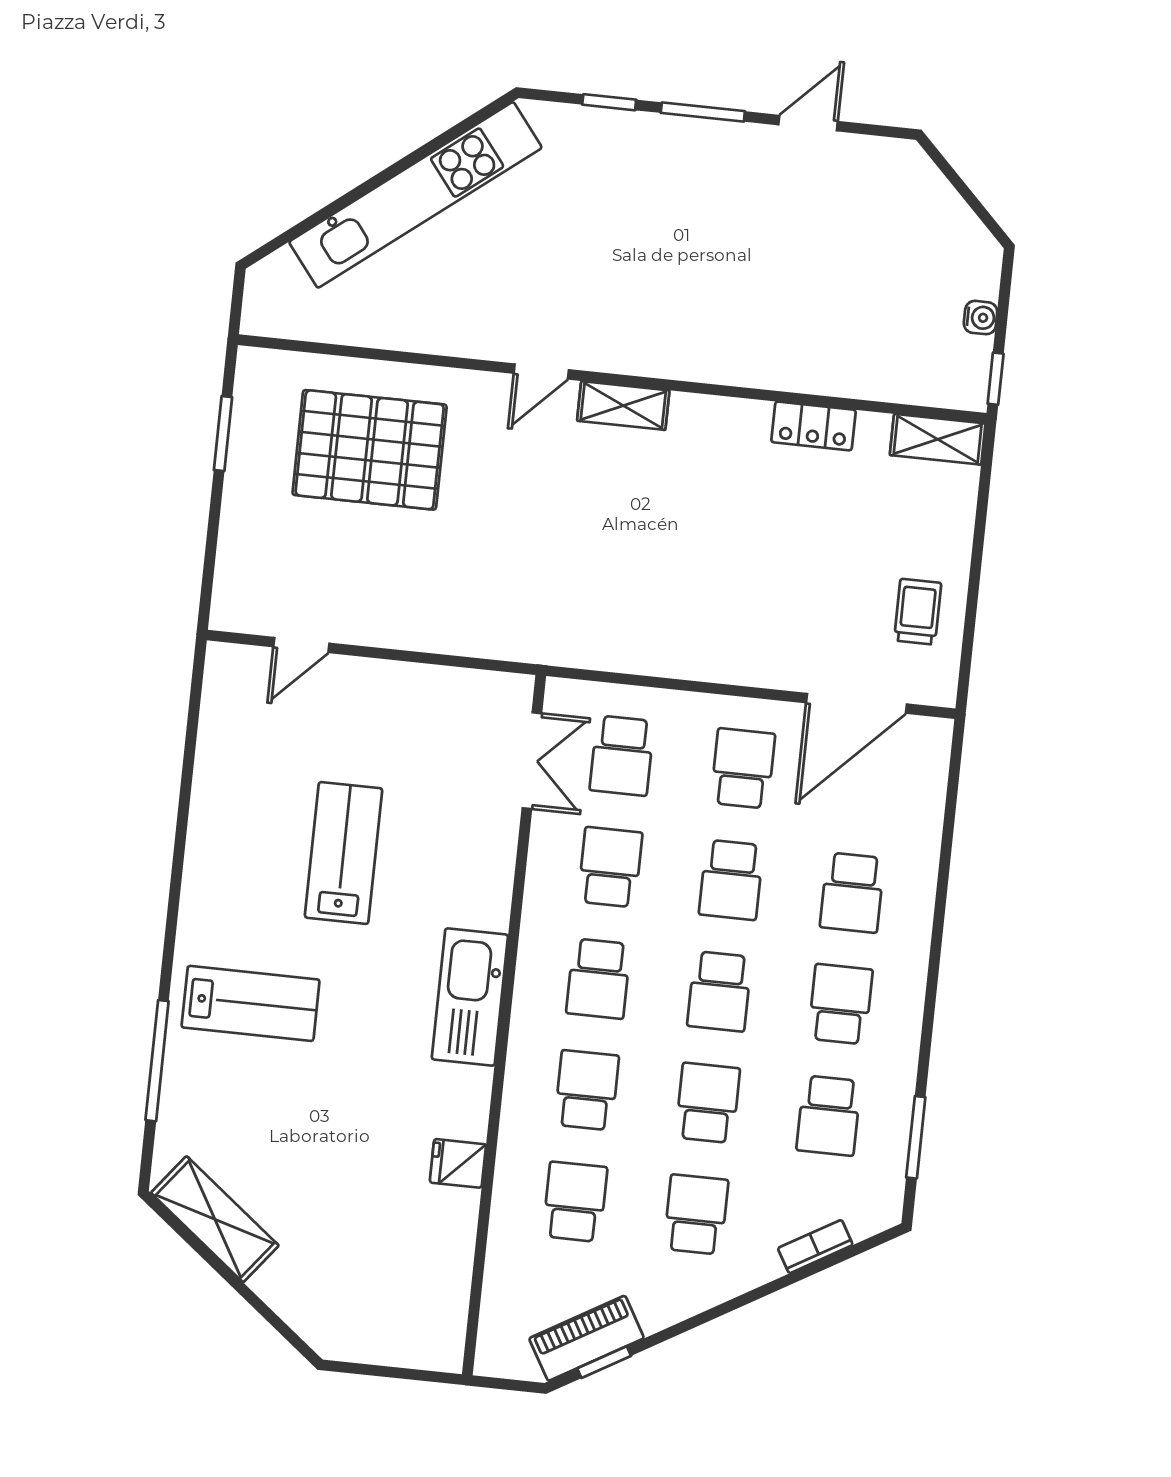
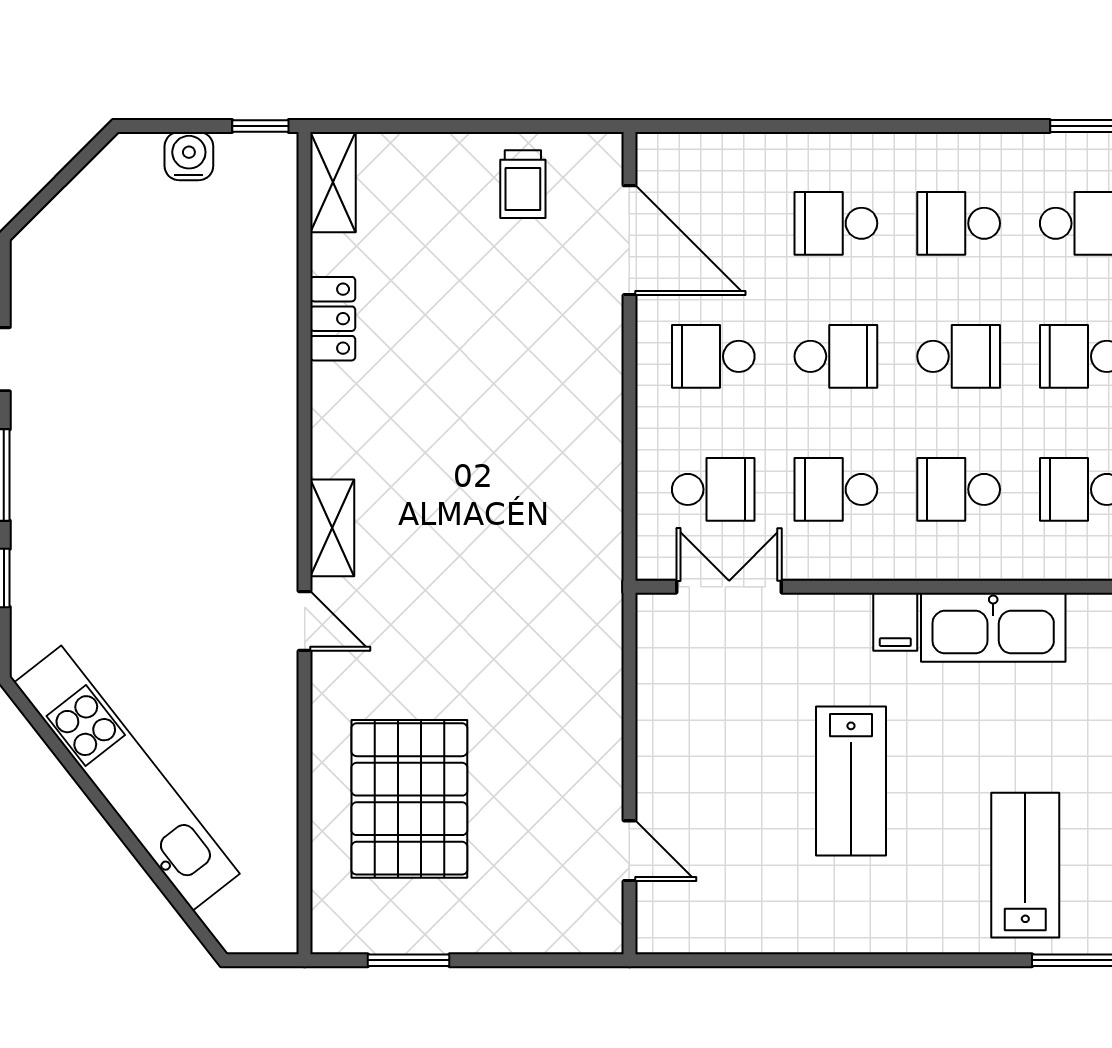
water cooler: (981, 318) -> (189, 156), width x1.38, depth x1.38
trolley: (918, 612) -> (523, 184), turned -90
lab bench: (344, 853) -> (851, 781), turned -90
school desk: (852, 893) -> (836, 223), turned 180
filing cabinet: (484, 909) -> (895, 622), added
school desk: (598, 979) -> (959, 489), turned 180

